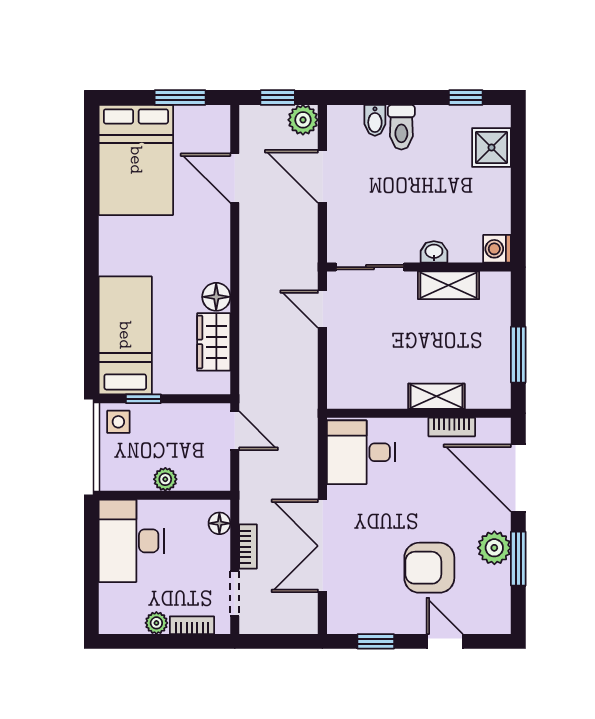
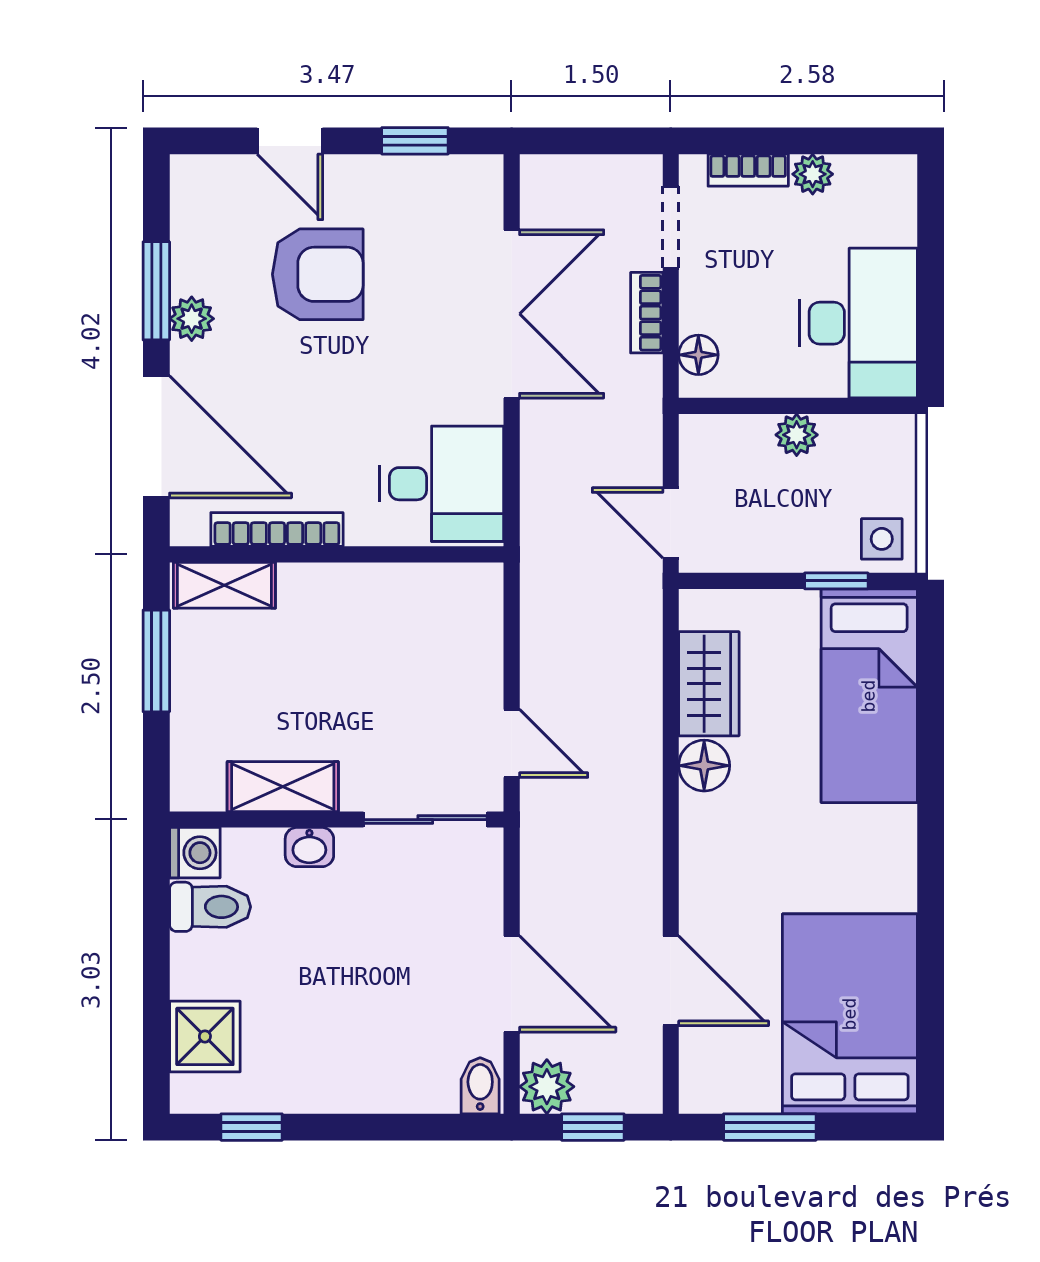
bidet: (375, 120) -> (480, 1086), moved
toilet: (401, 127) -> (210, 907), moved, turned 90
shelving: (436, 396) -> (224, 585), moved
bookcase: (452, 427) -> (277, 529), width x1.56
plant: (494, 548) -> (192, 319), width x0.73, depth x0.73

